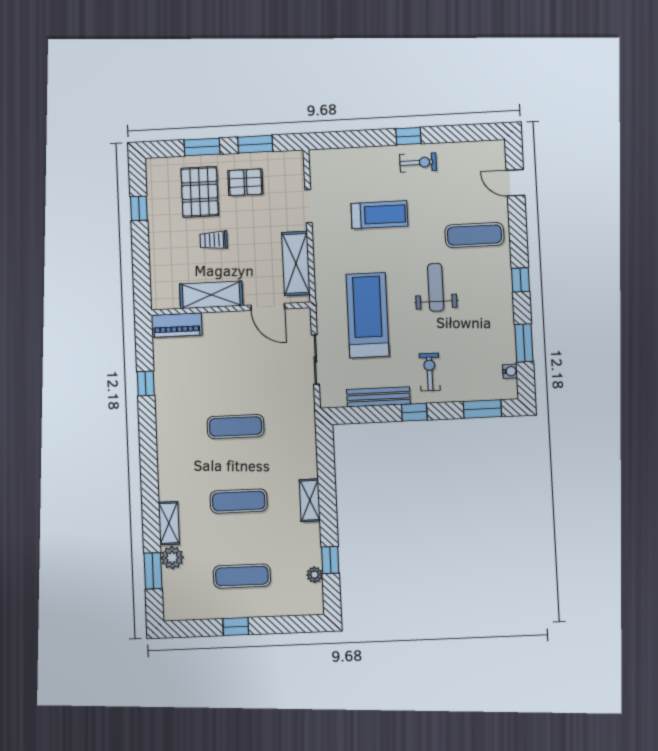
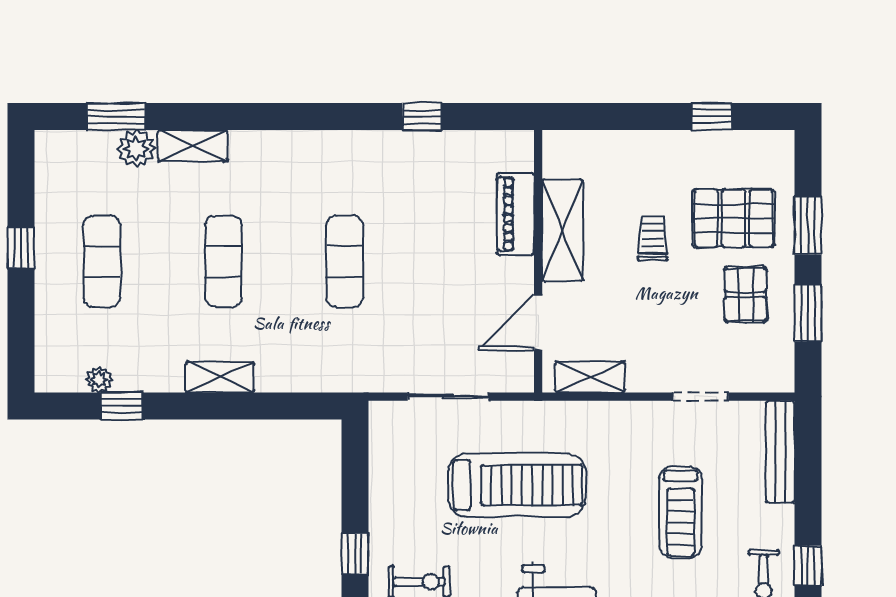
shelving: (296, 263) -> (590, 377), width x0.67, depth x0.75
piano: (177, 325) -> (516, 214), moved
bench: (378, 397) -> (780, 452), moved

